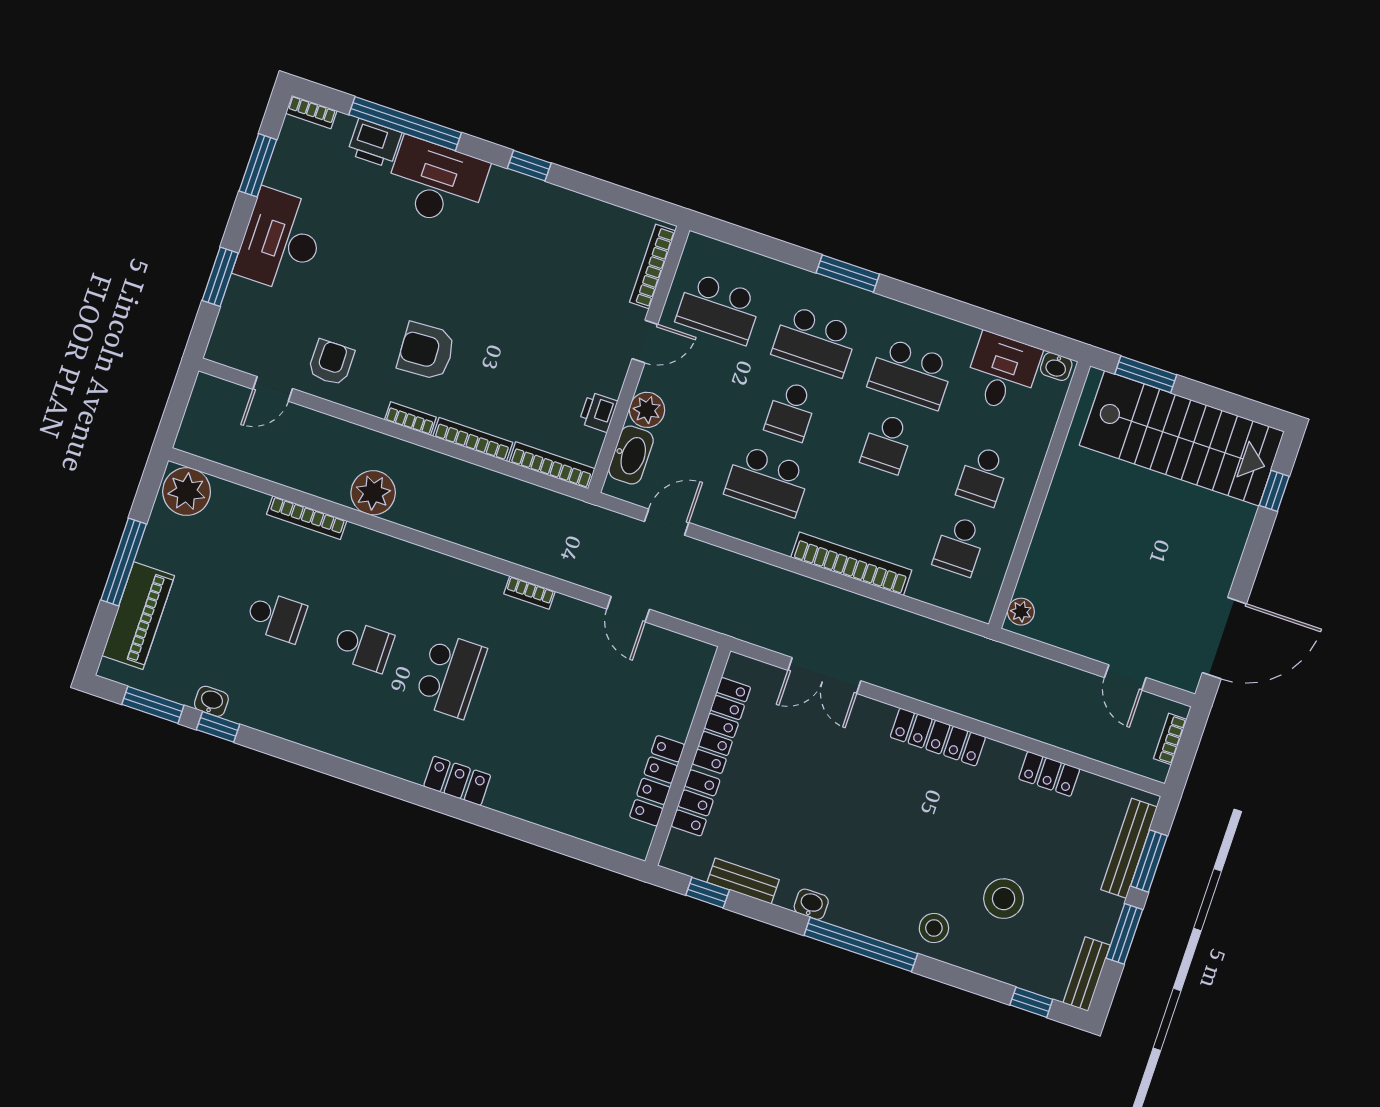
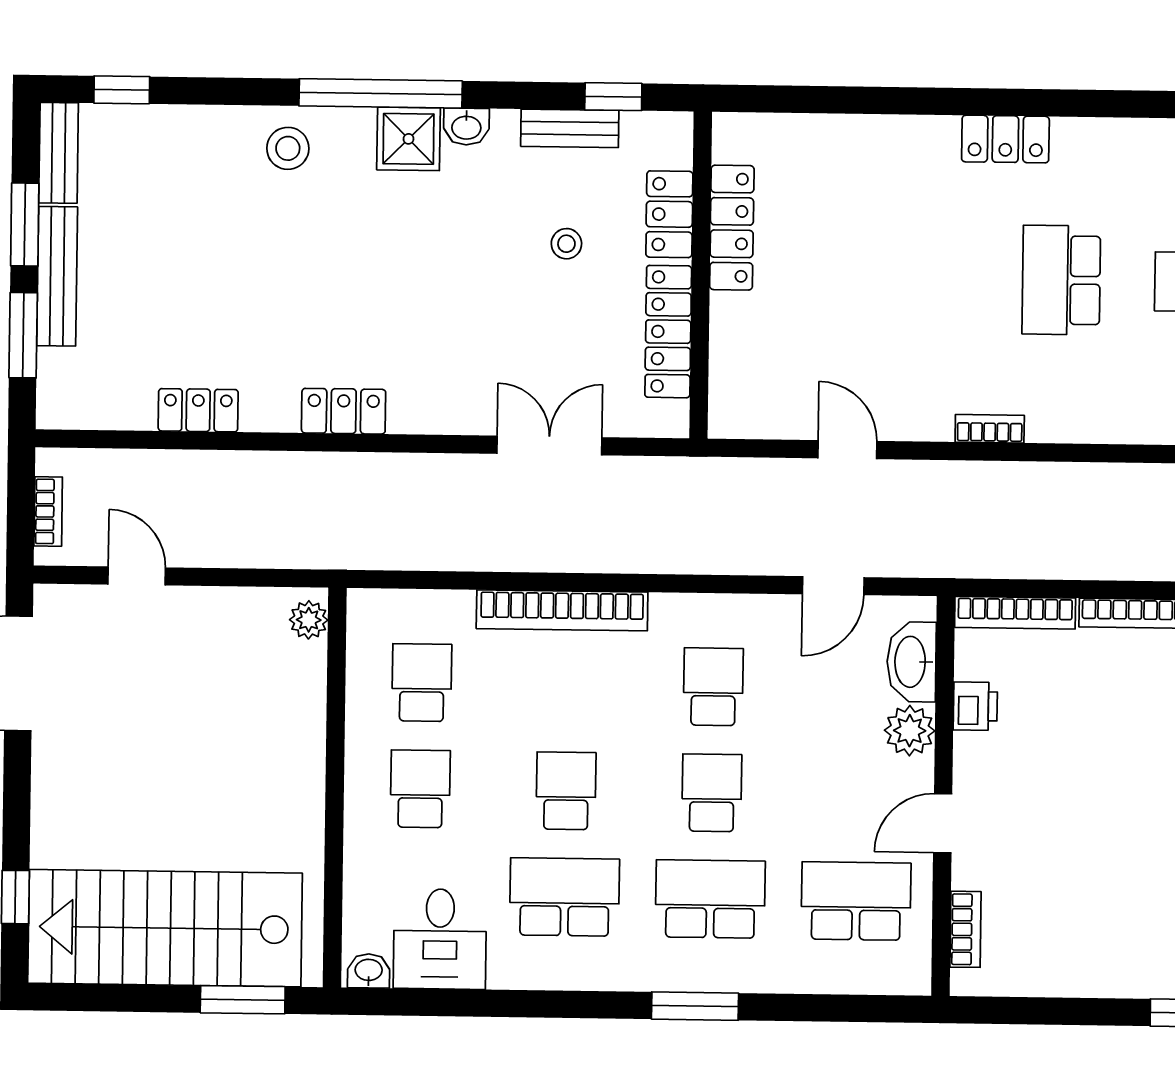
bookcase: (652, 266) -> (966, 929), width x0.64
school desk: (767, 481) -> (713, 687), width x0.54
locker: (938, 737) -> (344, 411), width x0.66
bench: (1129, 848) -> (57, 276), moved
stool: (1004, 899) -> (566, 244), moved, width x0.53, depth x0.53
shower: (852, 908) -> (409, 139), added

